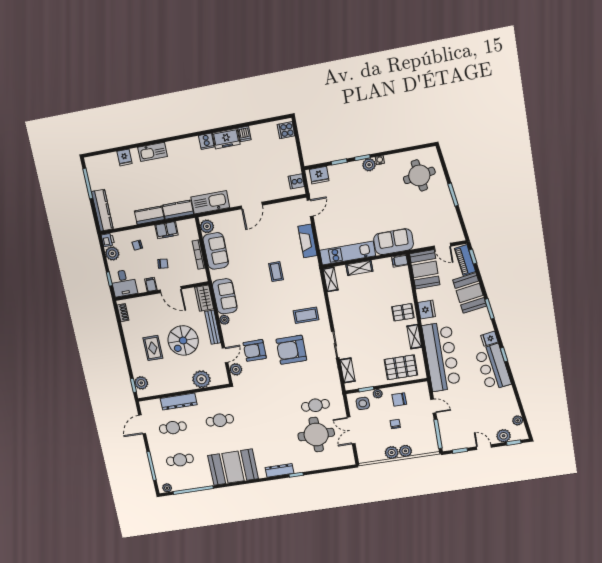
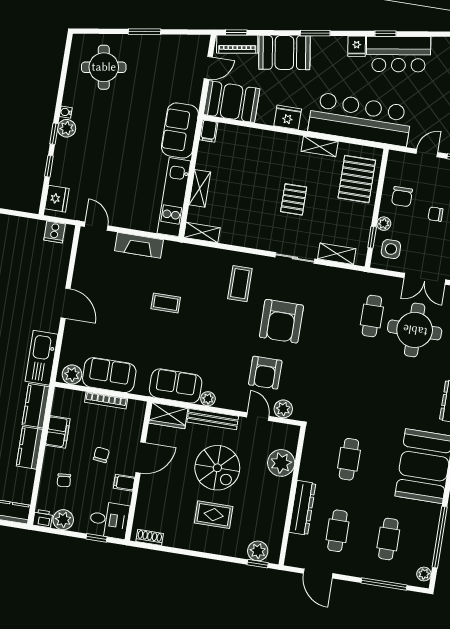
pallet: (403, 312) -> (294, 199), moved

